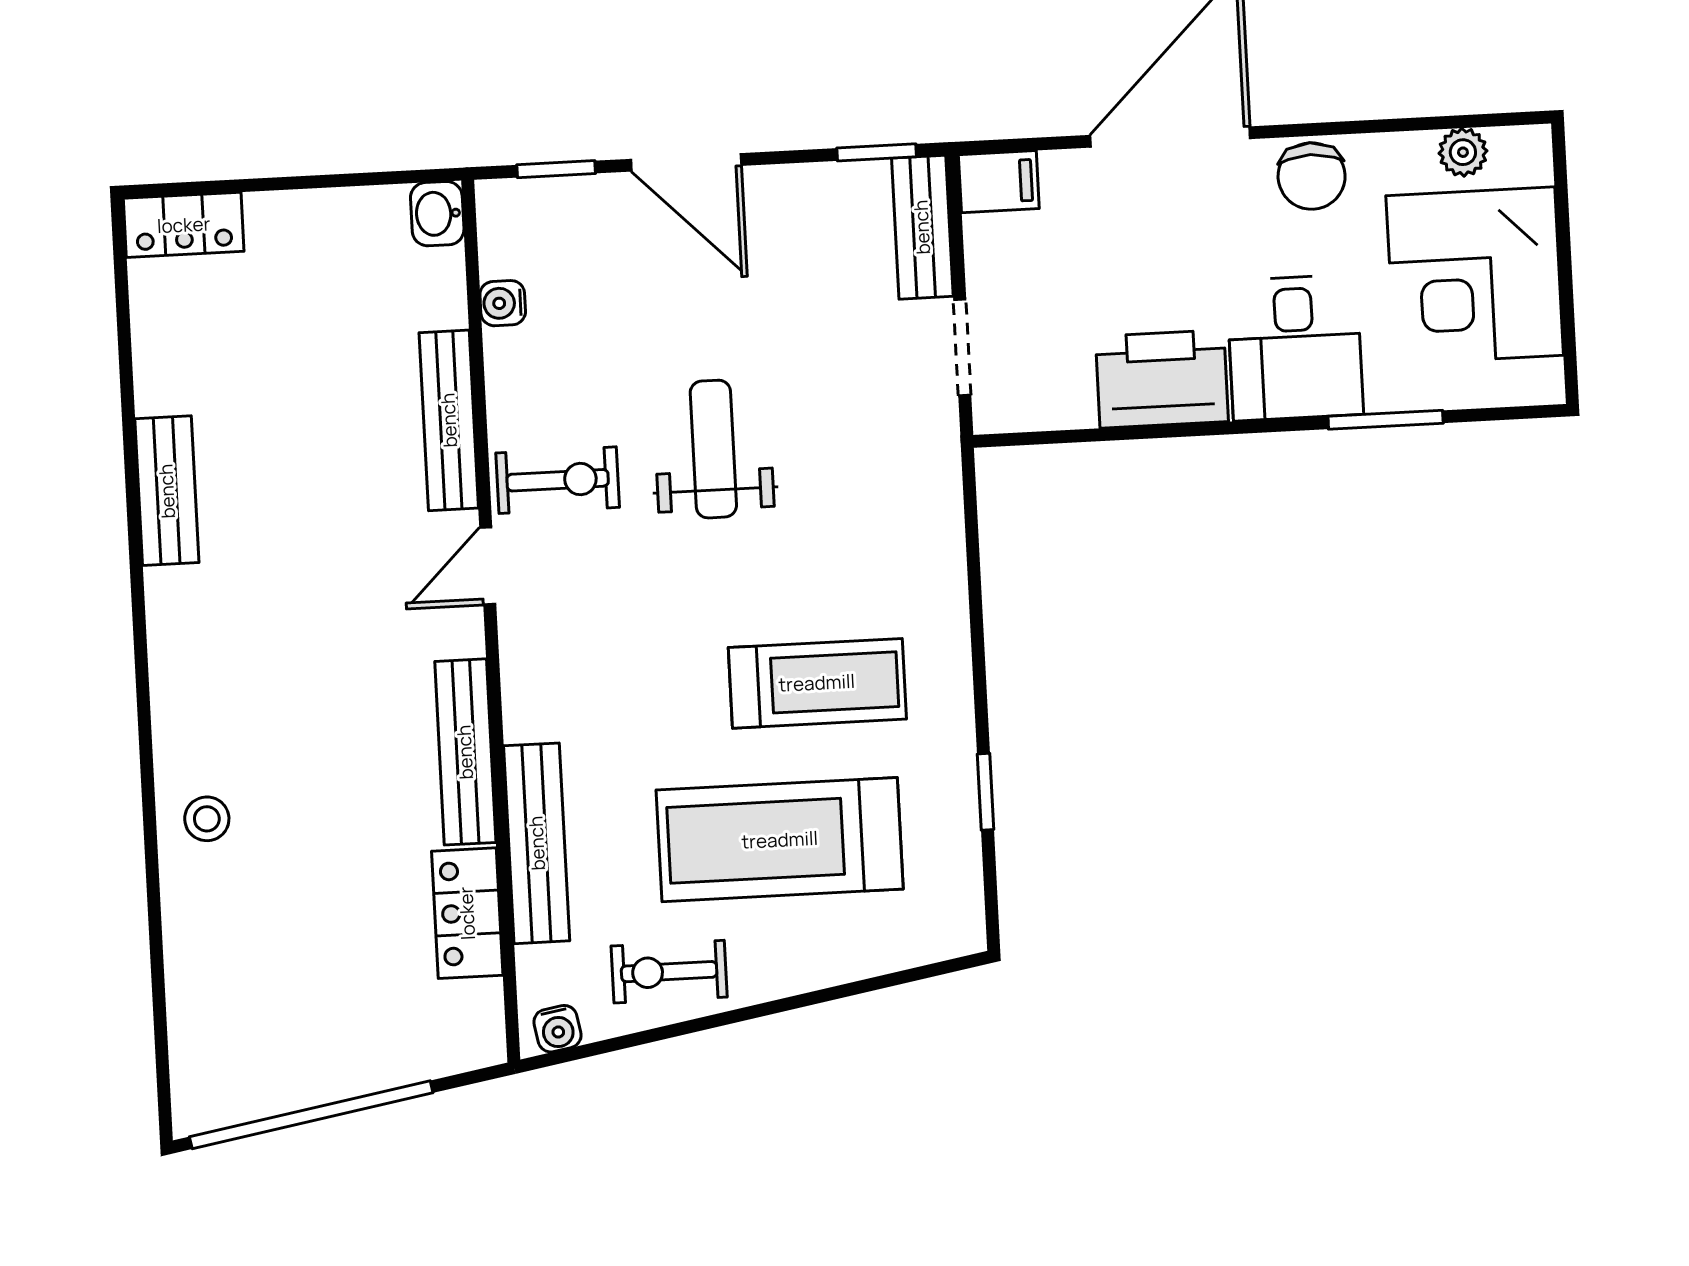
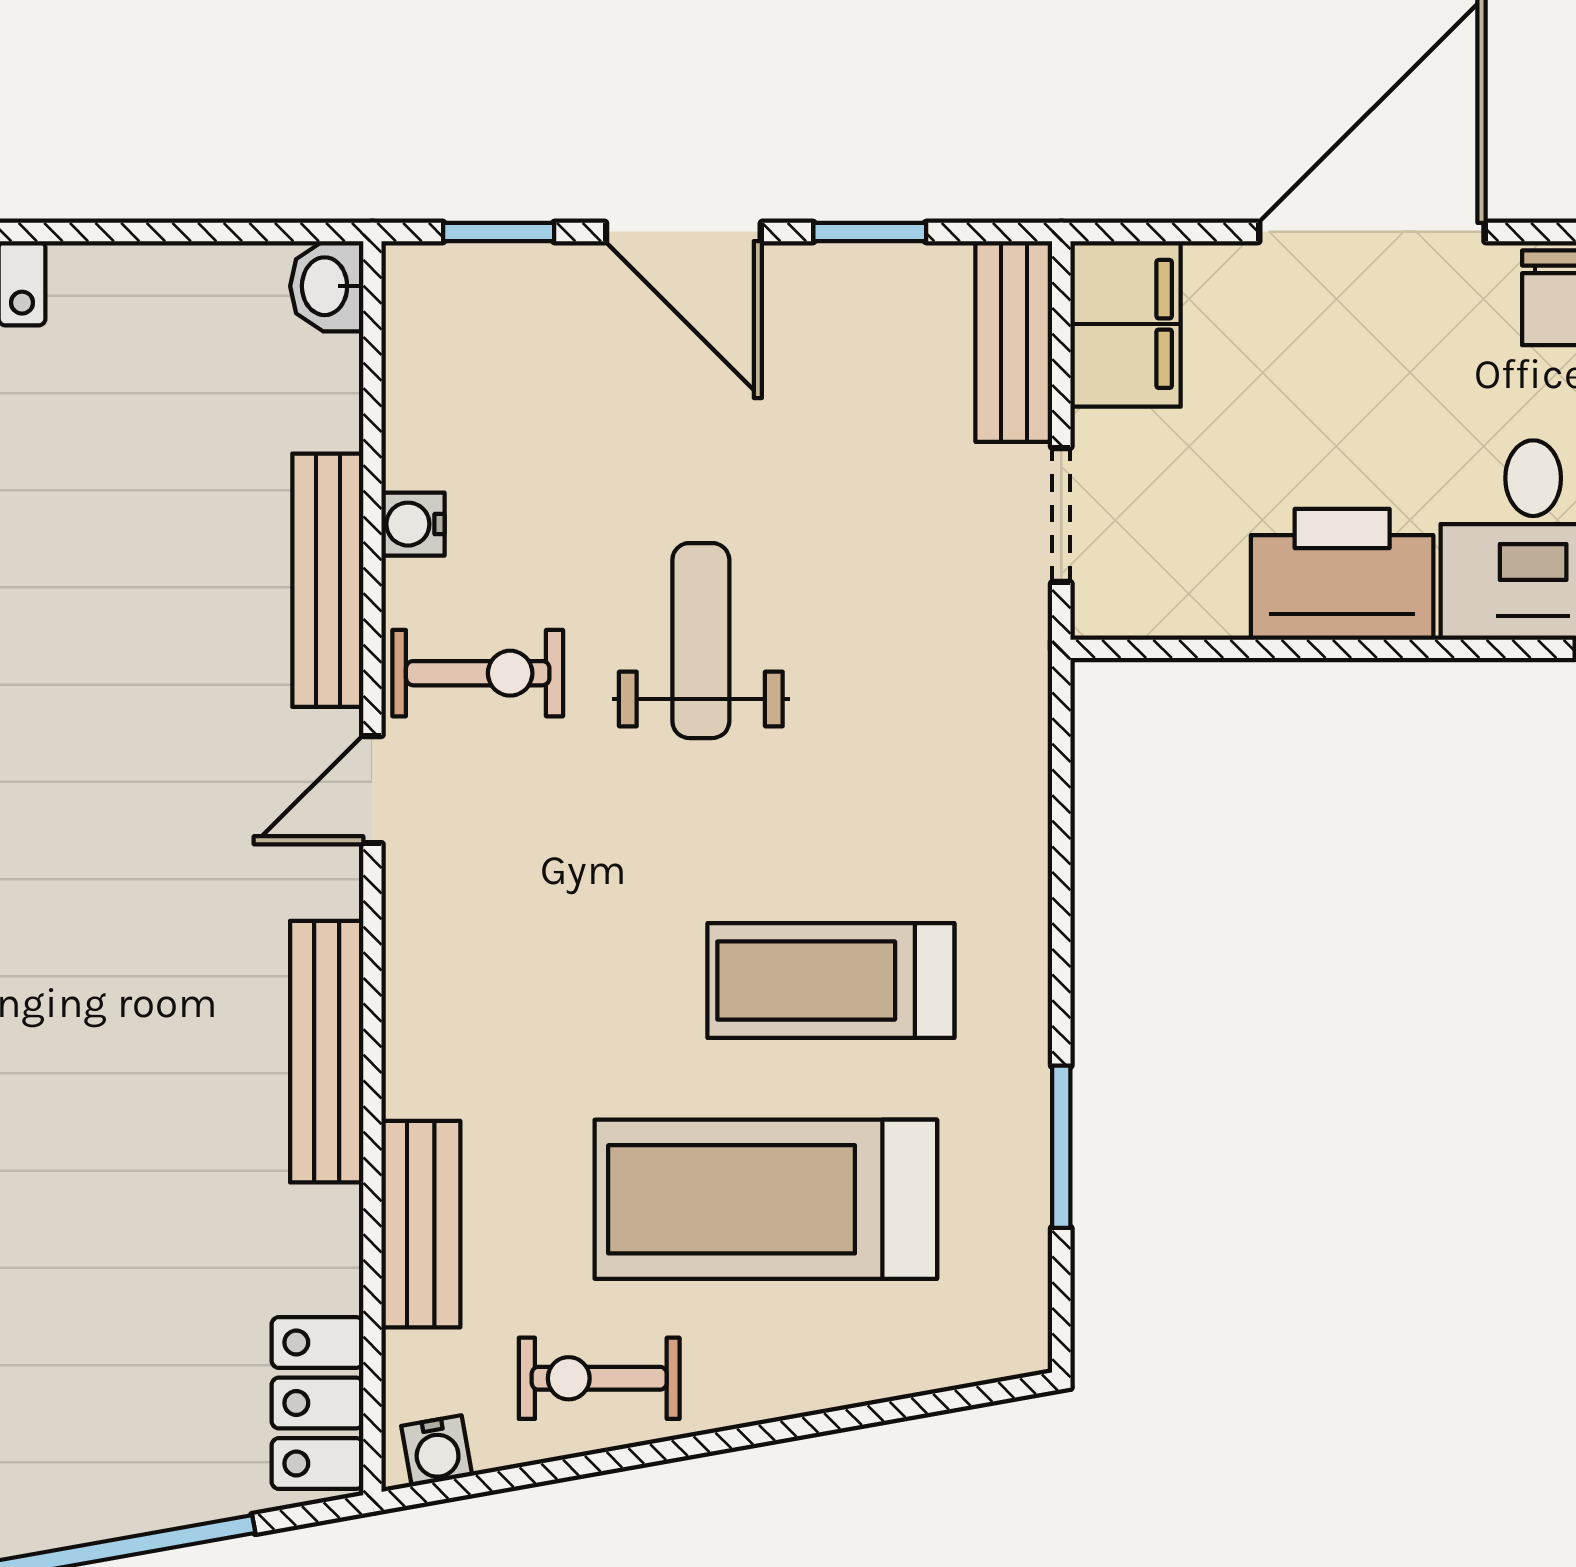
window: (877, 152) -> (870, 232), moved
filing cabinet: (999, 182) -> (1125, 324), width x2.00
water cooler: (503, 303) -> (413, 524), moved
treadmill: (817, 683) -> (831, 980), turned 180
window: (985, 792) -> (1061, 1147), width x1.50
bench: (537, 843) -> (421, 1224), width x0.73
locker: (467, 913) -> (317, 1403), moved

